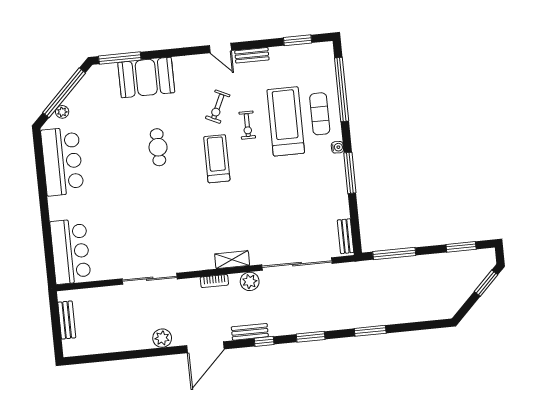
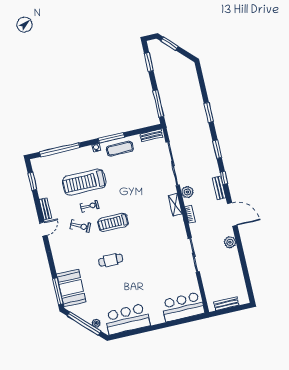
booth: (146, 77) -> (71, 288), moved
exercise mat: (320, 114) -> (120, 149), moved

